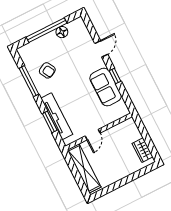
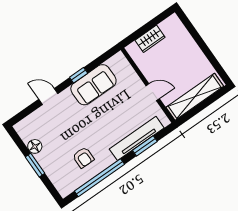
window: (47, 30) -> (35, 165), width x0.47
armchair: (47, 70) -> (83, 158), turned 118
window: (29, 81) -> (99, 178), width x1.46
wardrobe: (142, 150) -> (150, 39), moved

